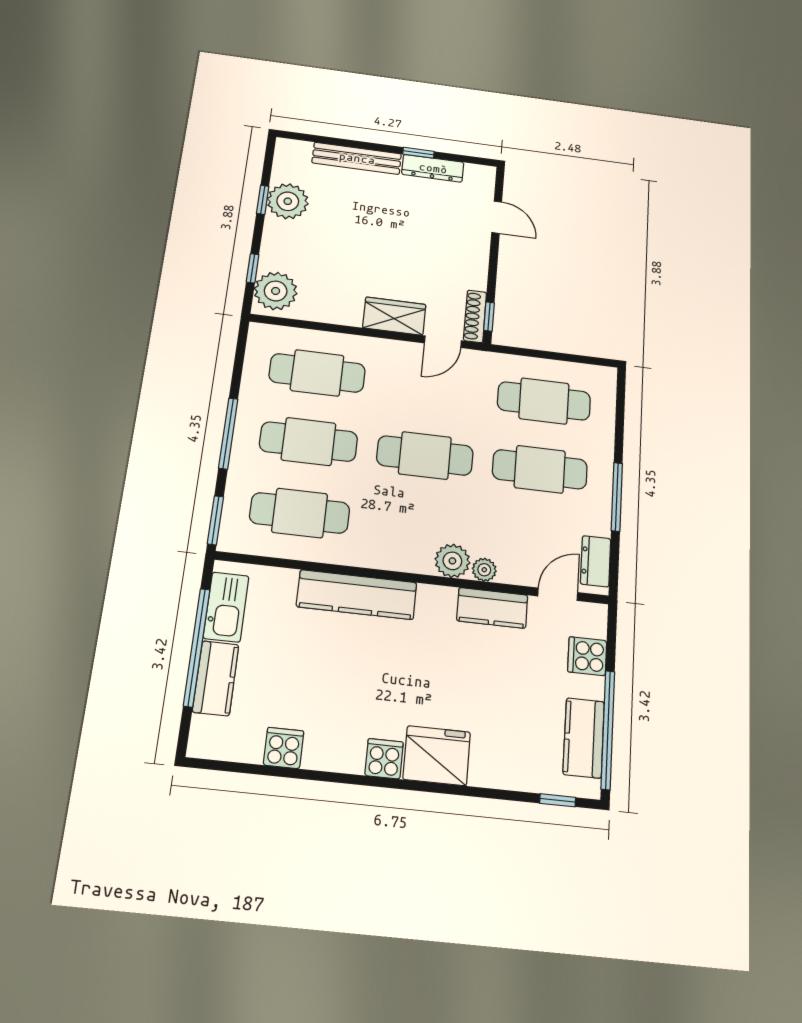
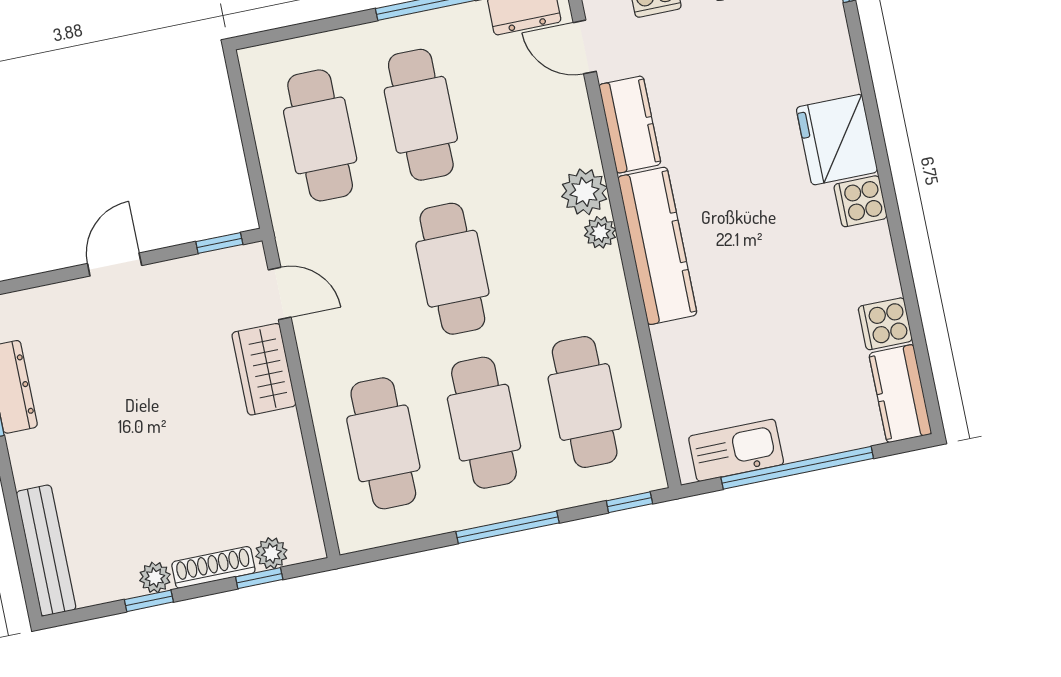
bench: (357, 158) -> (46, 551), moved
plant: (288, 201) -> (155, 577), width x0.53, depth x0.53
door: (497, 217) -> (115, 264), moved
plant: (276, 291) -> (271, 553), width x0.53, depth x0.53
shoe rack: (475, 316) -> (213, 567), moved, turned 180
window: (215, 520) -> (629, 502), width x0.67
plant: (484, 570) -> (600, 232), moved
kitchen counter: (357, 595) -> (657, 246), moved
kitchen counter: (216, 678) -> (900, 394), moved, turned -90

